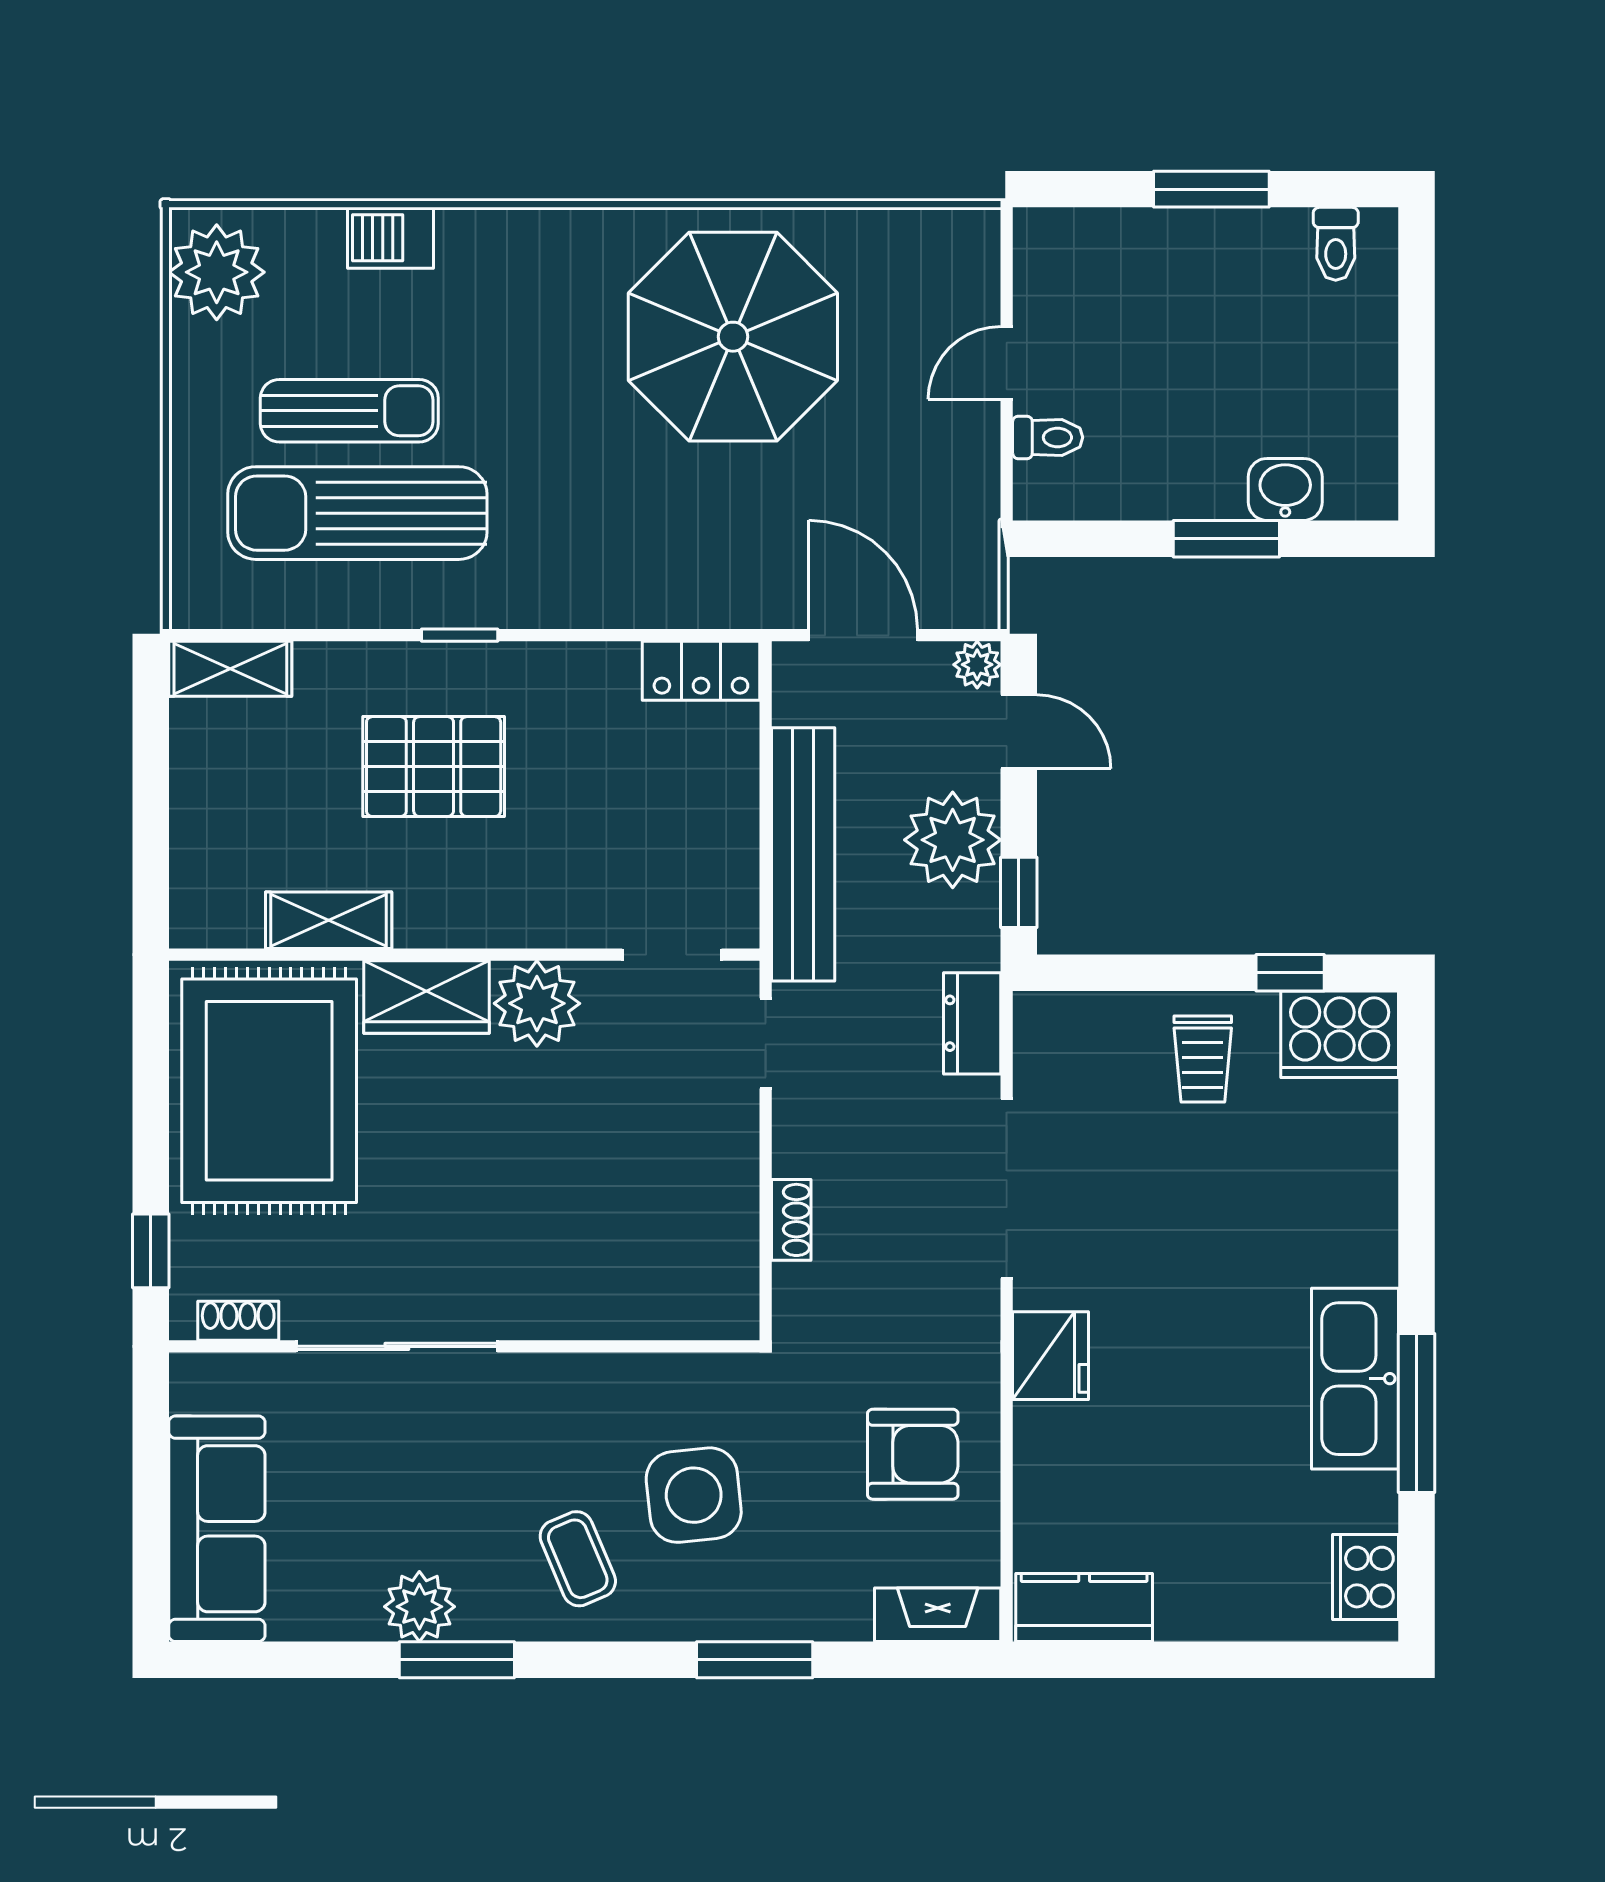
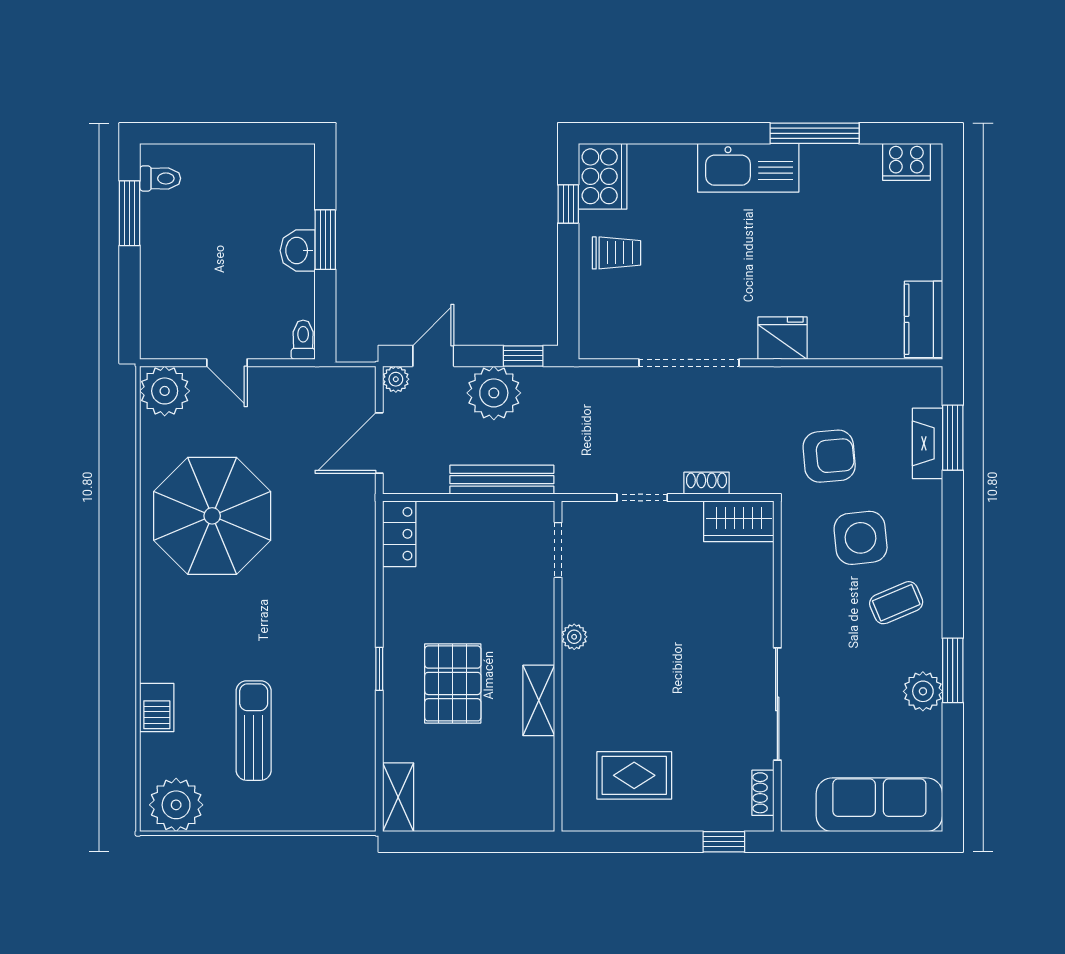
window: (1211, 189) -> (130, 213), moved
plant: (956, 252) -> (165, 391), added
toilet: (1048, 437) -> (303, 340), moved
washbasin: (1285, 489) -> (298, 251), moved
sun lounger: (357, 513) -> (311, 726), removed
bench: (803, 854) -> (502, 480), width x0.73, depth x0.82
shelving: (329, 920) -> (539, 700), moved
wardrobe: (427, 997) -> (739, 521), moved, turned 90
plant: (537, 1003) -> (574, 637), width x0.53, depth x0.53
dresser: (972, 1023) -> (596, 382), removed
doorway: (766, 1043) -> (642, 498), moved
rug: (269, 1091) -> (634, 775), width x0.54, depth x0.49
kitchen sink: (1355, 1379) -> (748, 168), moved
armchair: (913, 1454) -> (829, 456), moved, turned 85
fireplace: (938, 1615) -> (928, 443), moved
window: (755, 1660) -> (953, 438), moved

